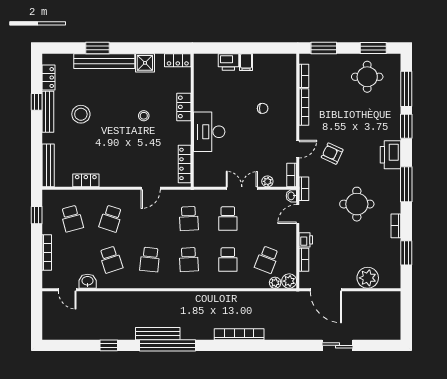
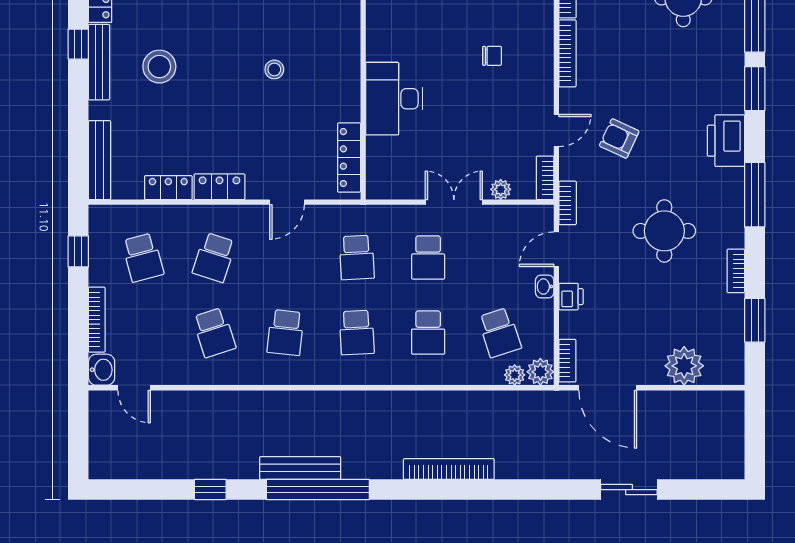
locker: (184, 107) -> (219, 187), moved, turned 90
washbasin: (291, 196) -> (545, 286), moved
school desk: (267, 260) -> (500, 333), turned -39
bookcase: (304, 260) -> (567, 361), moved
washbasin: (88, 281) -> (102, 370), moved, turned 90

